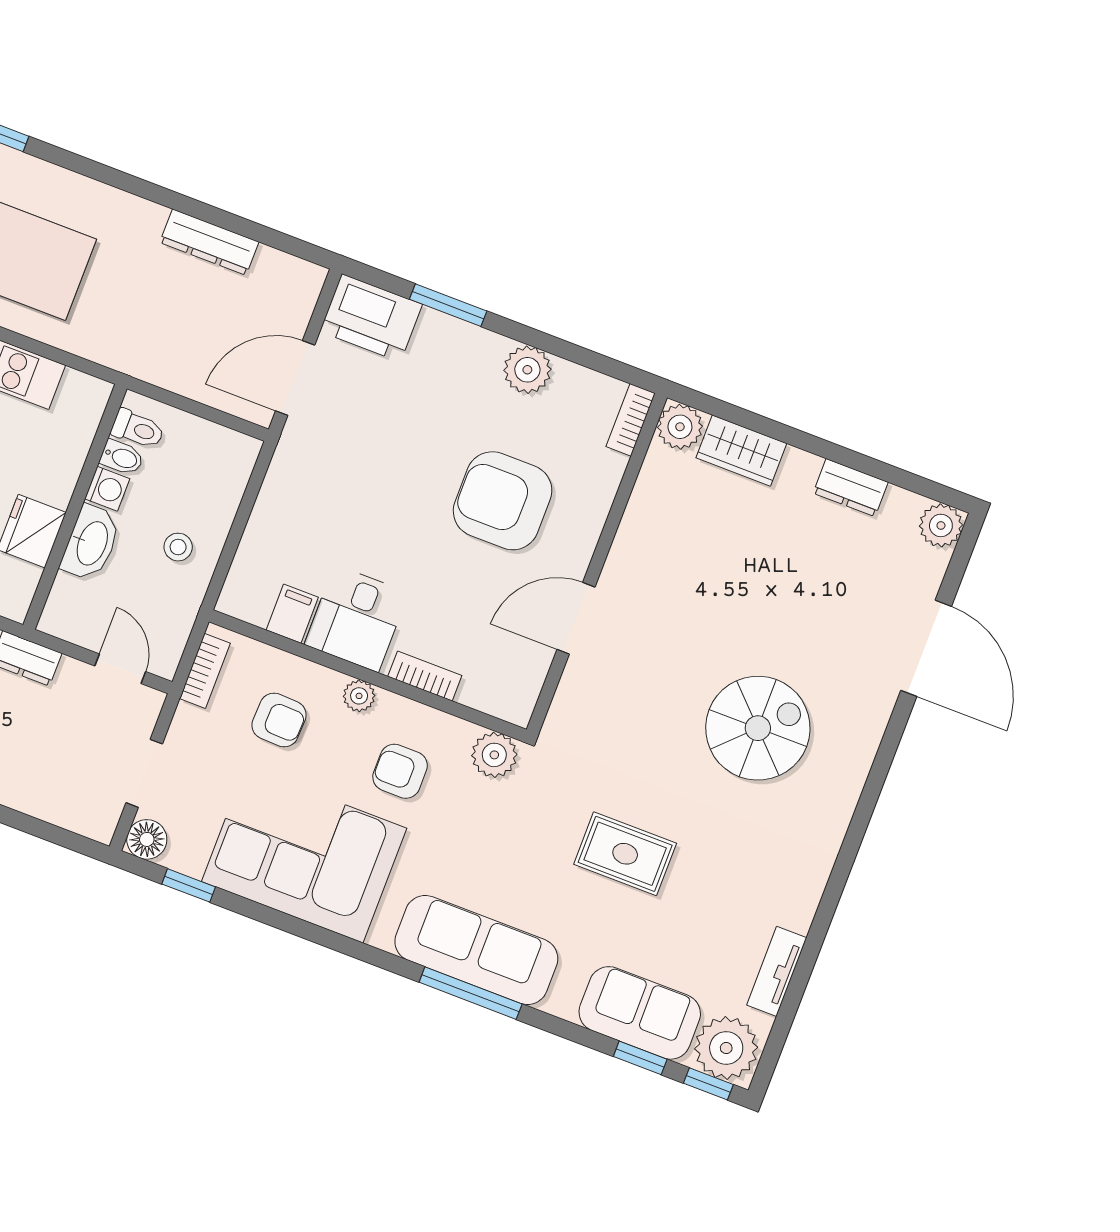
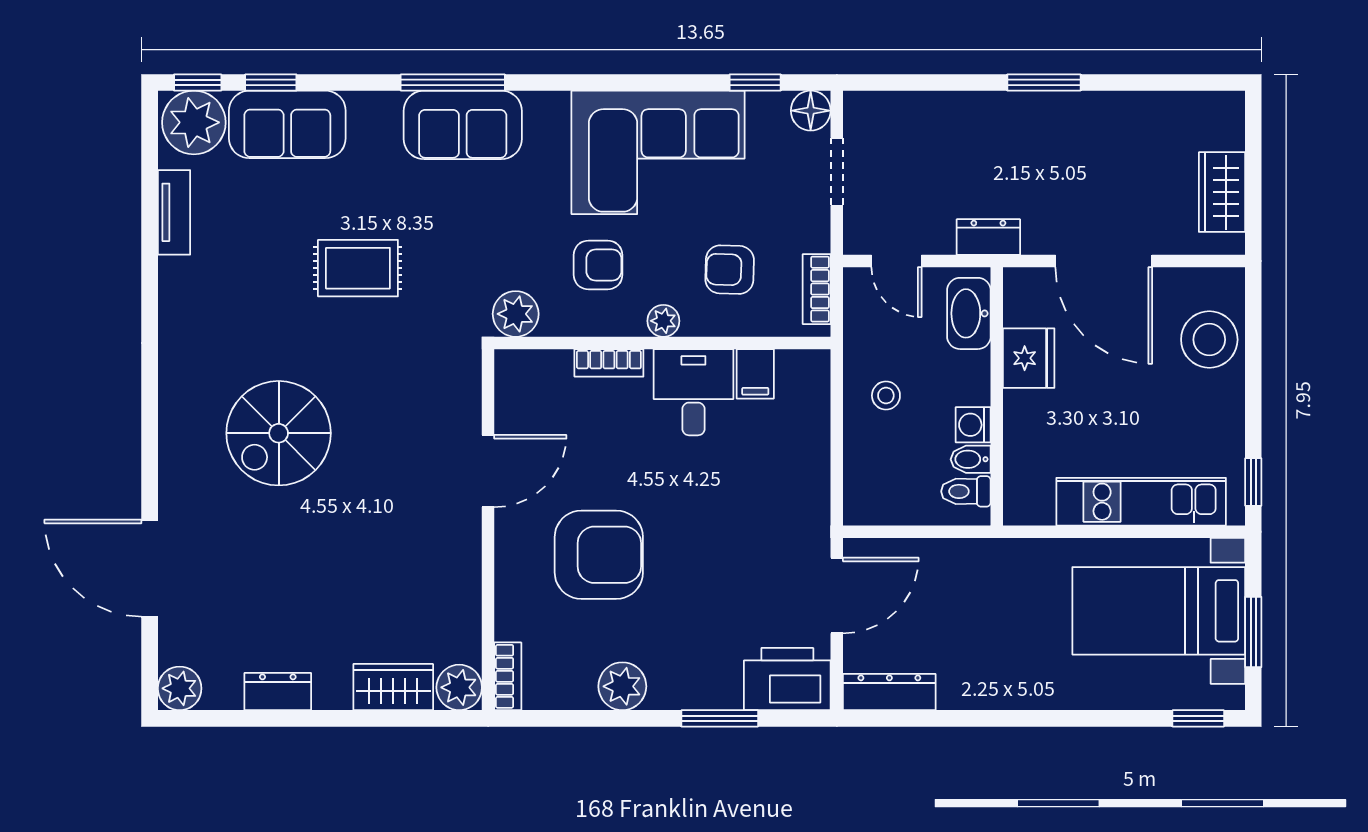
dresser: (209, 242) -> (889, 692), moved
washbasin: (91, 543) -> (969, 313), moved
sofa: (476, 950) -> (463, 125), width x0.73

